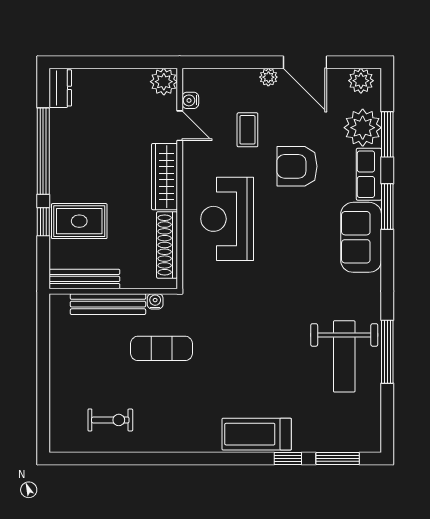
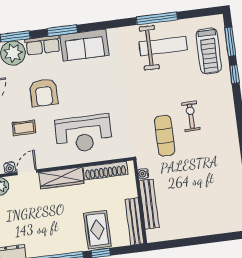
exercise mat: (161, 348) -> (165, 136), moved
exercise bike: (110, 420) -> (191, 116), moved
treadmill: (257, 434) -> (209, 51), moved

